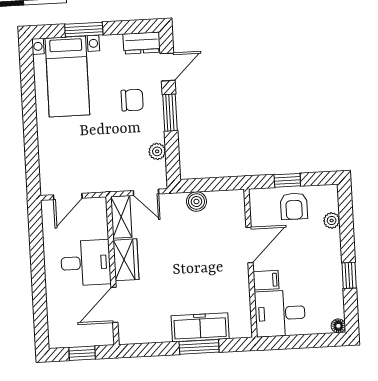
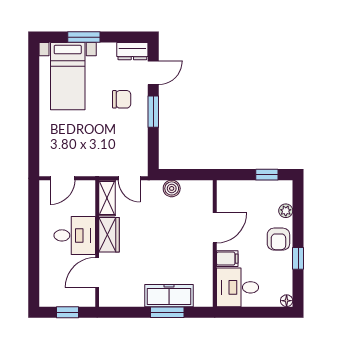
plant: (157, 151) -> (141, 144), removed
window: (287, 180) -> (267, 175), moved
armchair: (294, 206) -> (278, 239), moved

